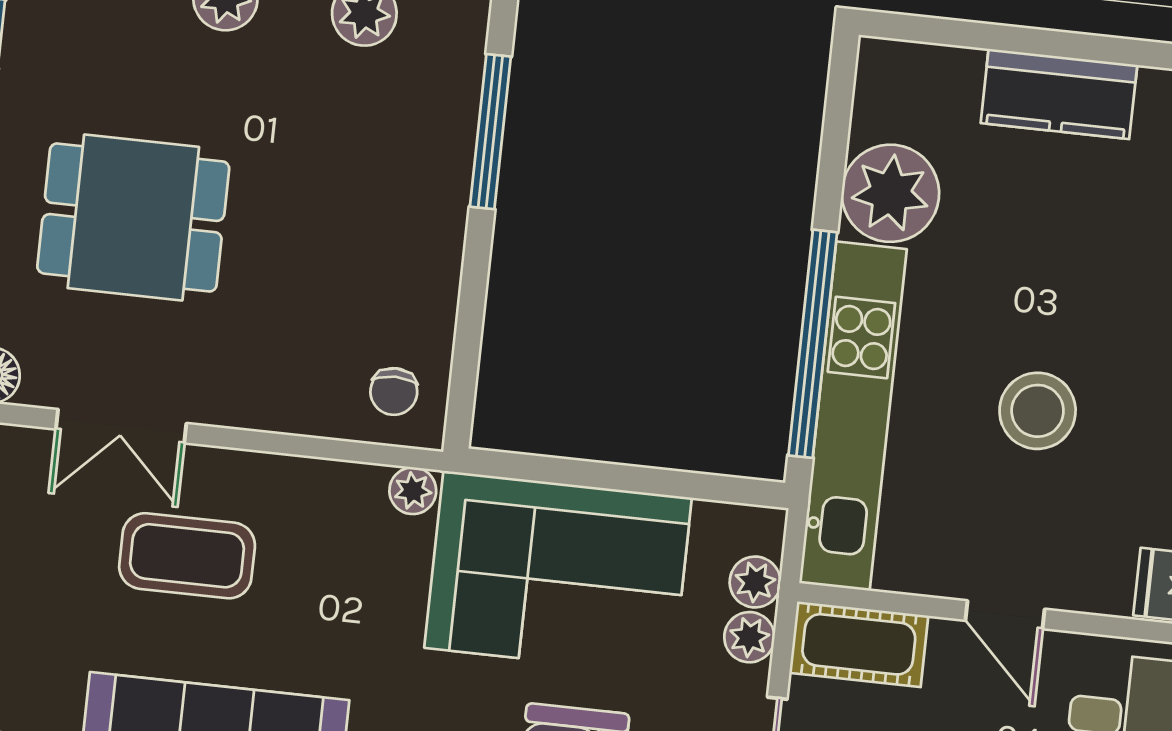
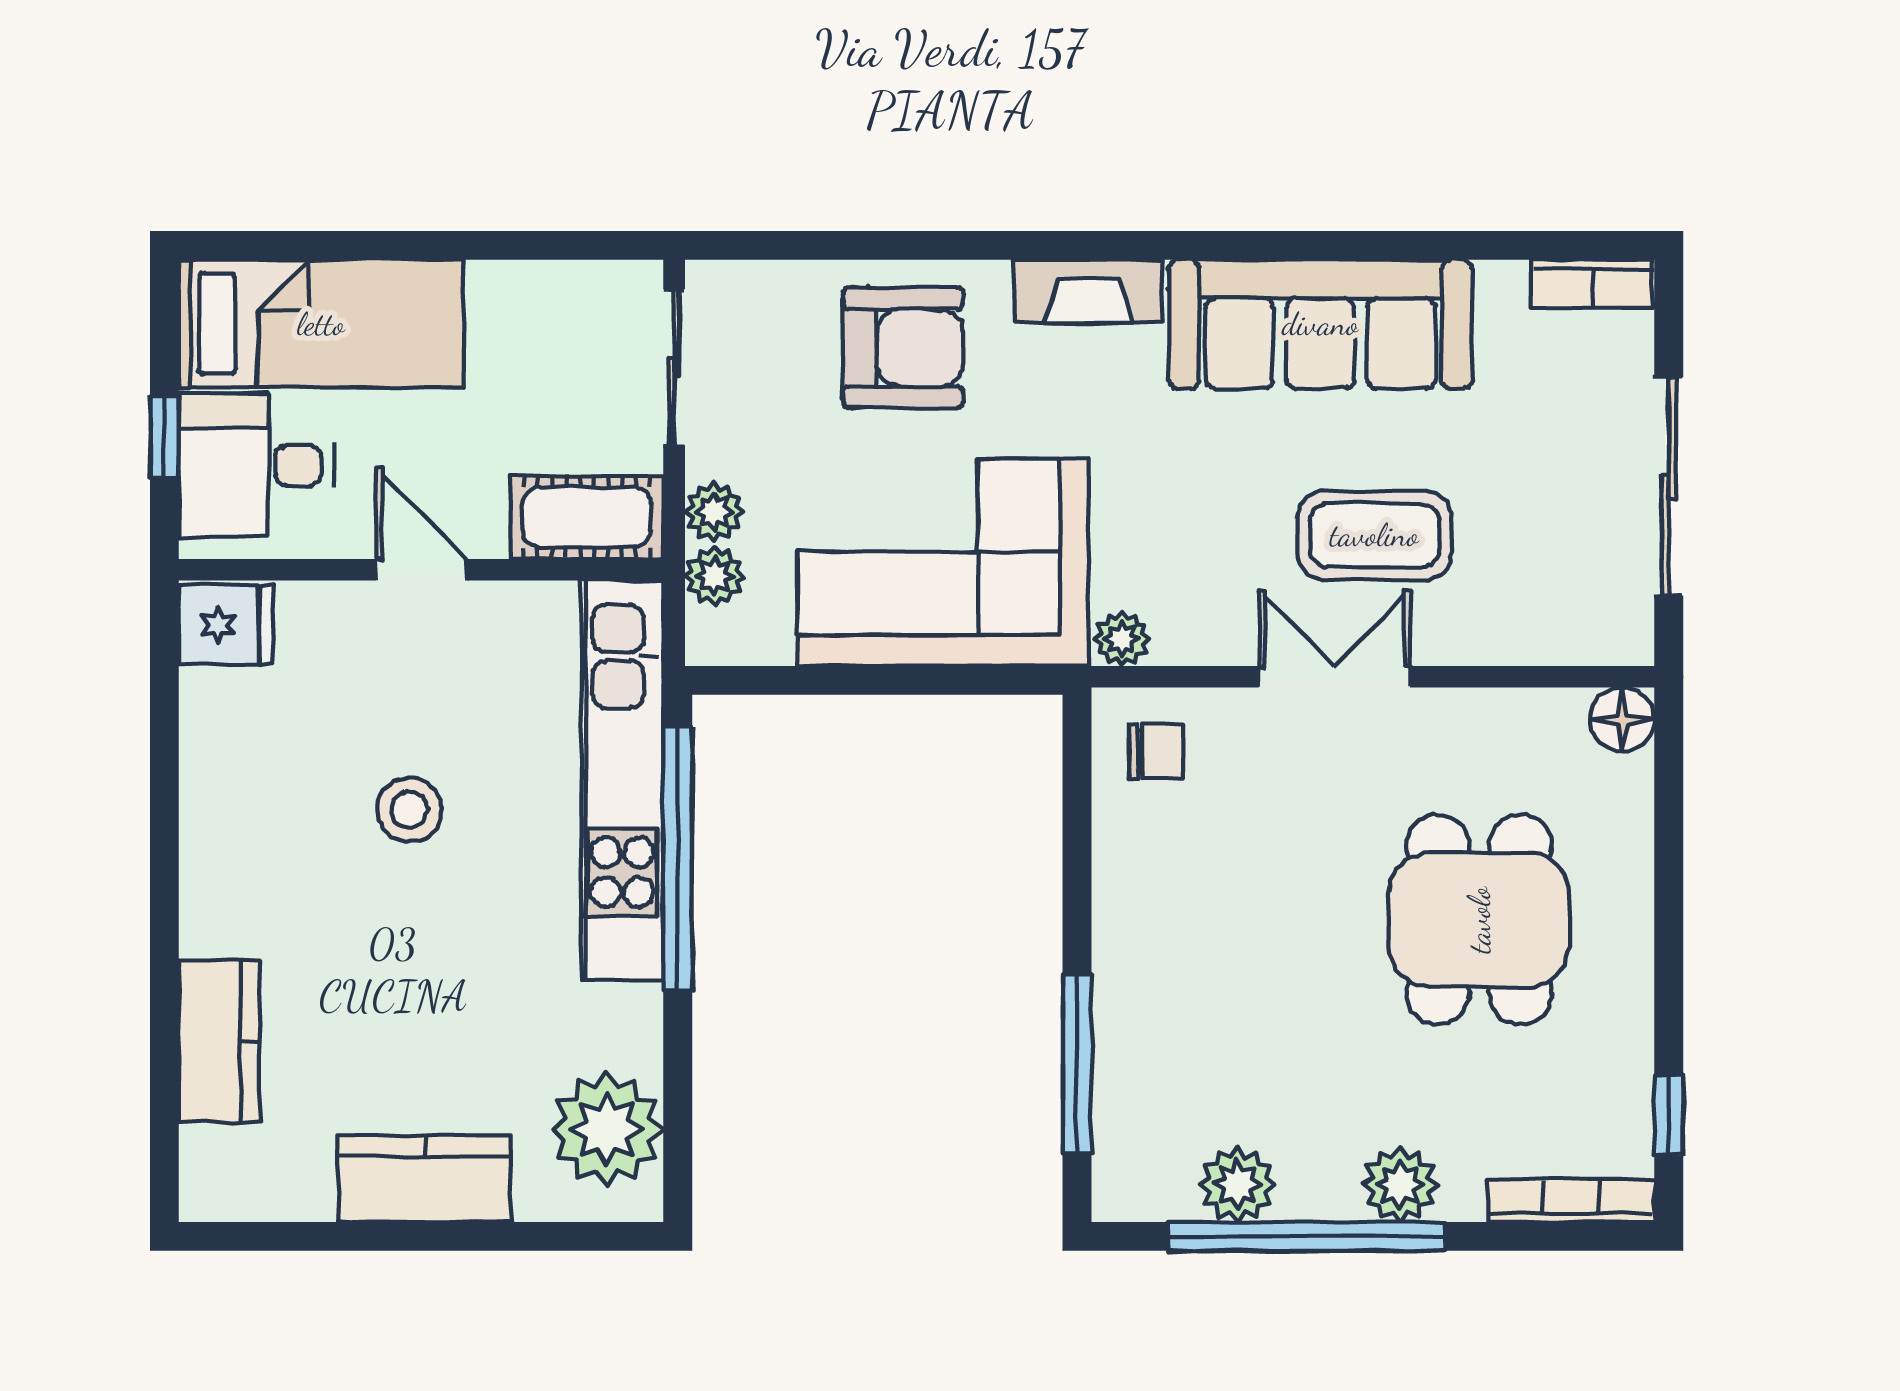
plant: (890, 193) -> (607, 1129), moved
dining table: (133, 217) -> (1479, 920), turned 90
chair: (394, 391) -> (1156, 751), turned 90
stool: (1038, 411) -> (409, 810), width x0.73, depth x0.73
double door: (121, 426) -> (1334, 677), moved

